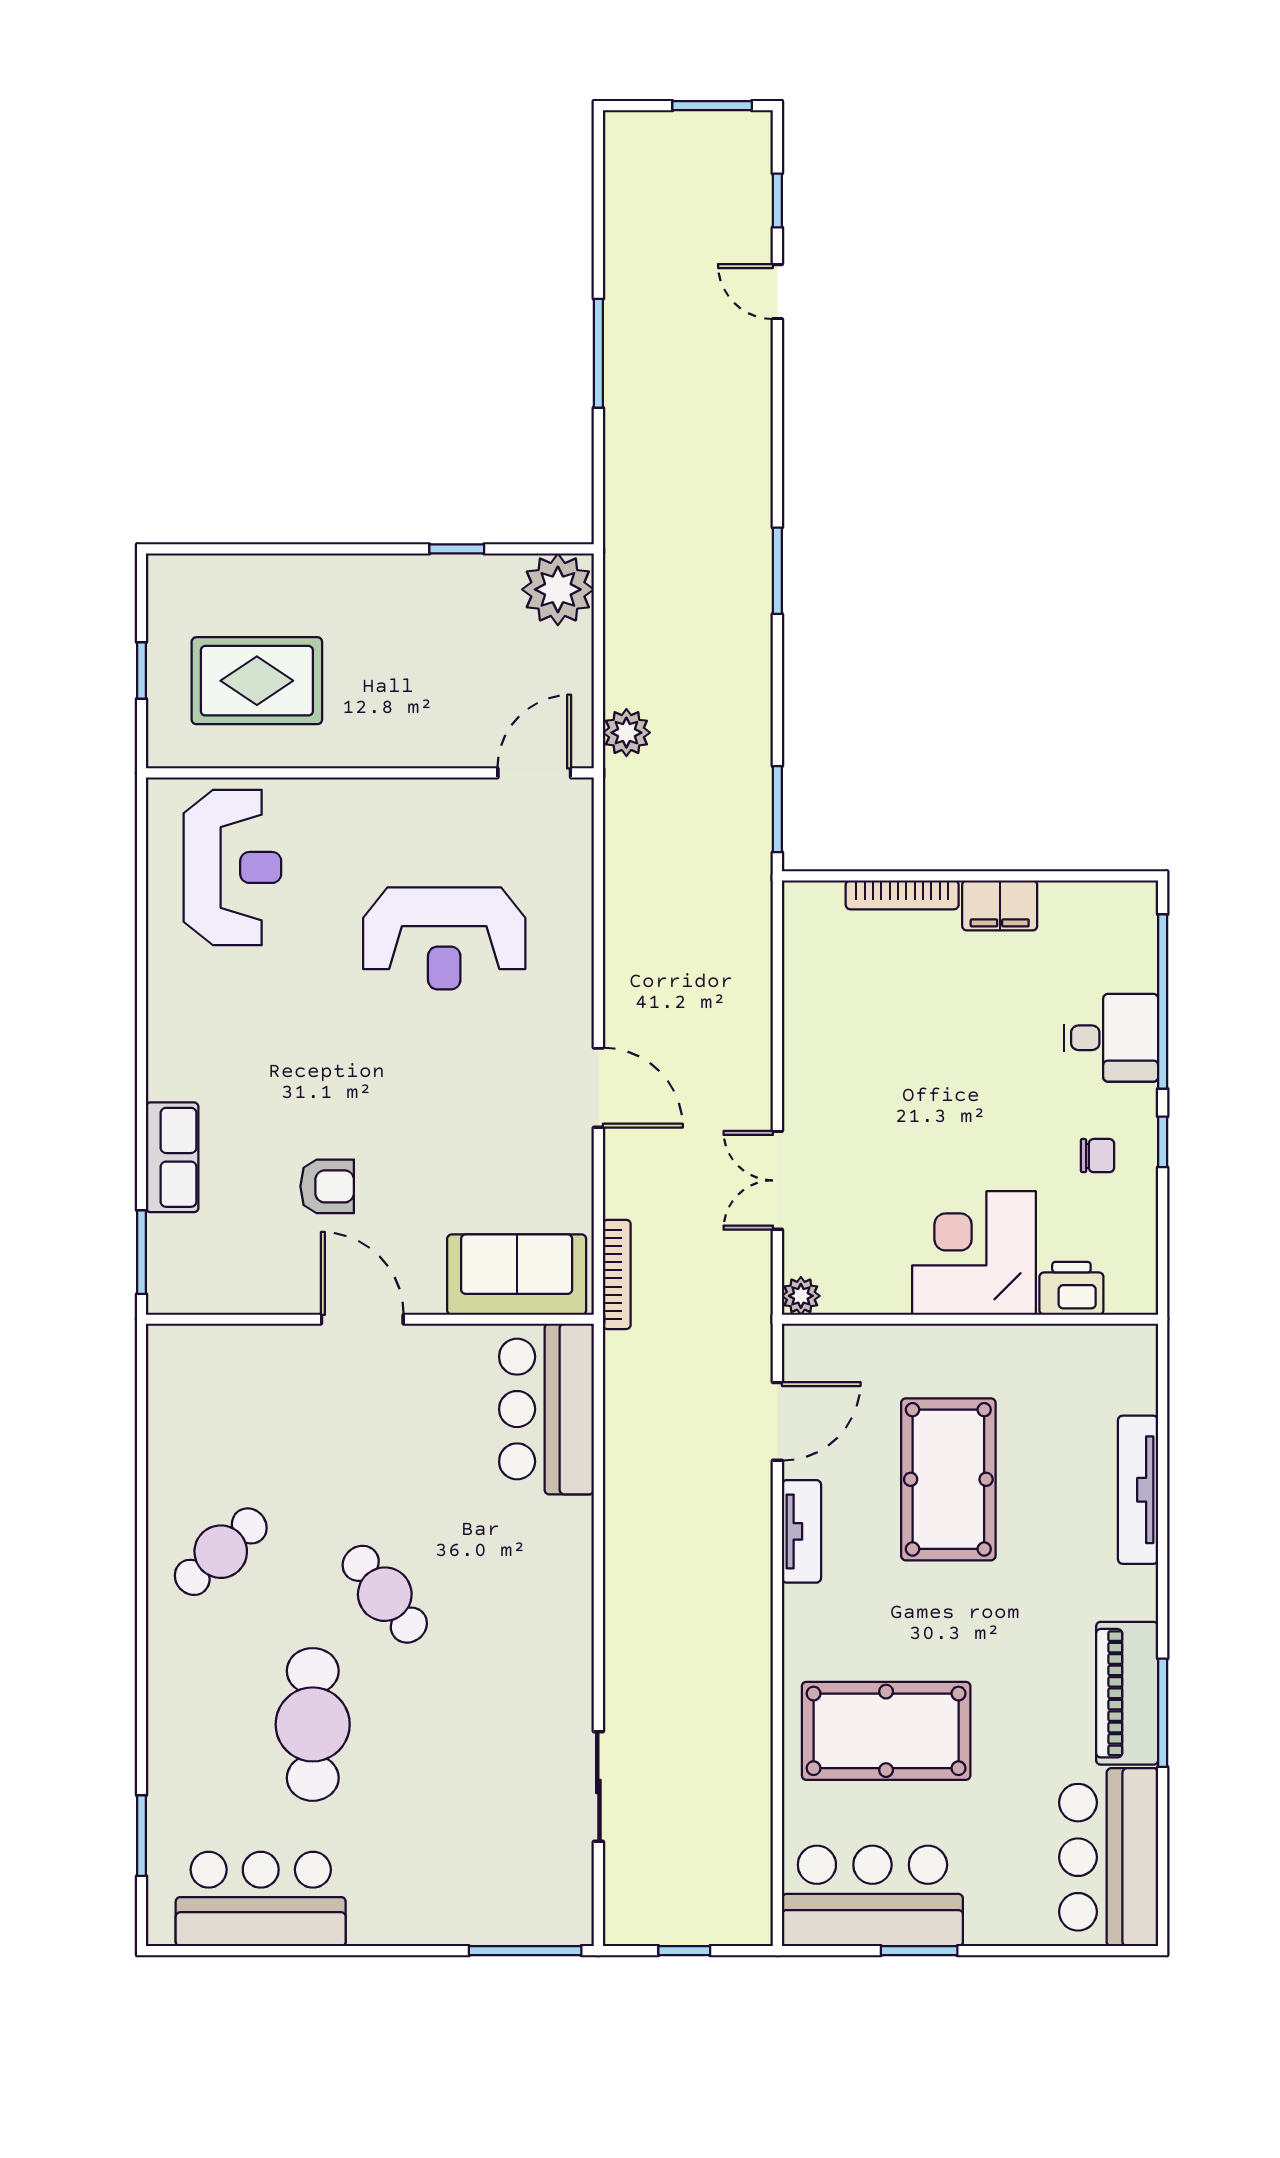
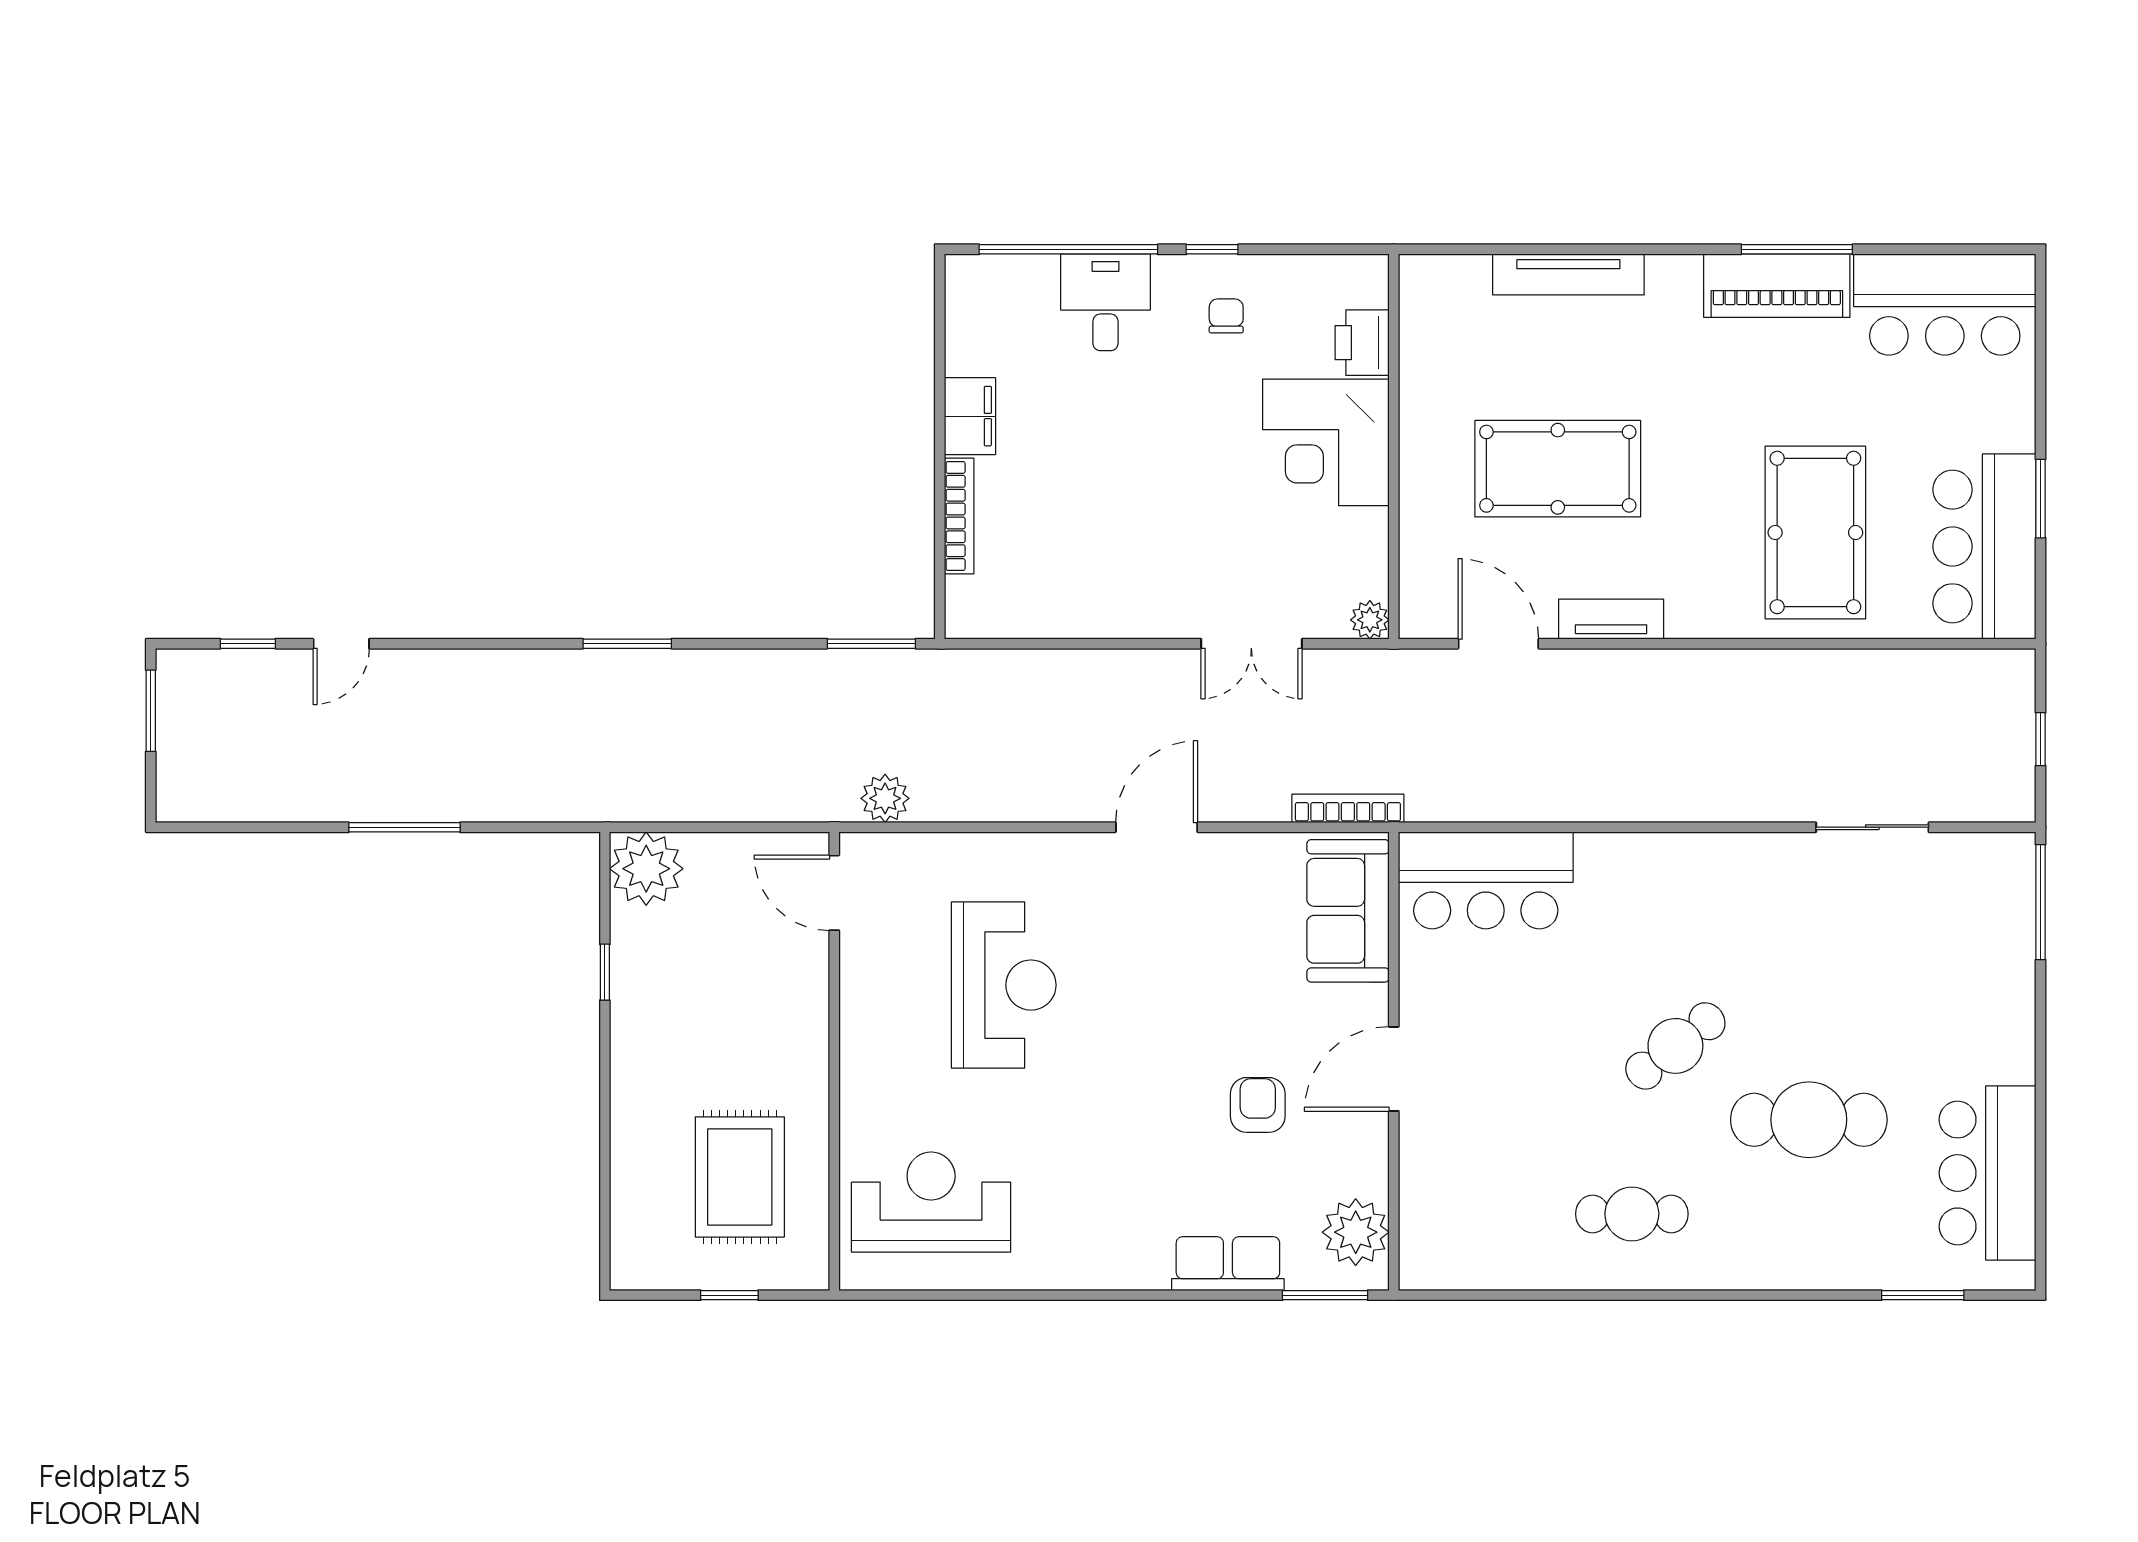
plant: (626, 733) -> (885, 798), moved
plant: (203, 1282) -> (1356, 1232), added
cafe table: (221, 1552) -> (1632, 1214), turned -48

